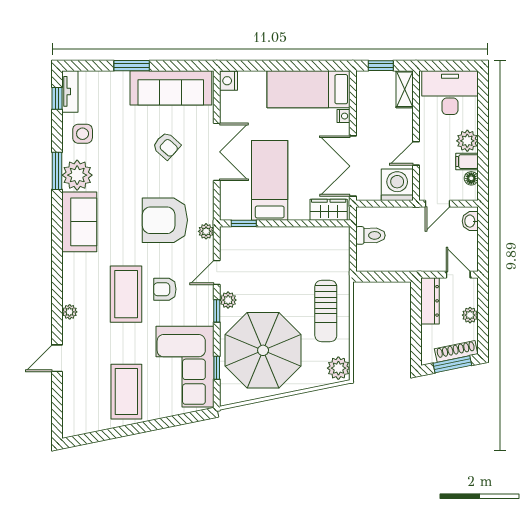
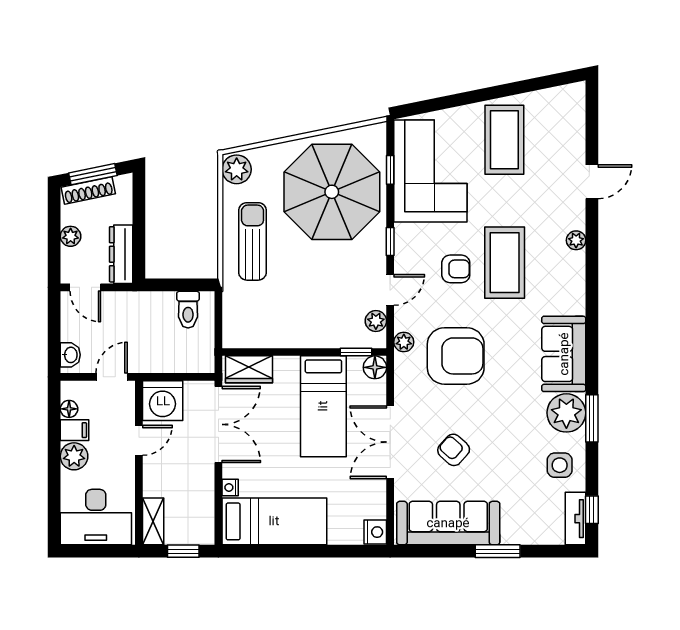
floor lamp: (229, 211) -> (375, 367), added
toilet: (370, 235) -> (188, 310), moved, turned -90
plant: (228, 300) -> (376, 321), moved

